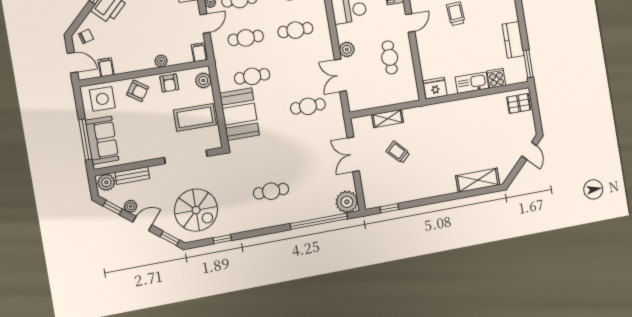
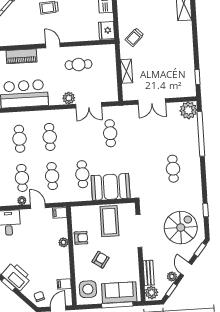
plant: (203, 81) -> (82, 212), removed
armchair: (138, 91) -> (101, 260), moved
trolley: (398, 152) -> (134, 37), moved

